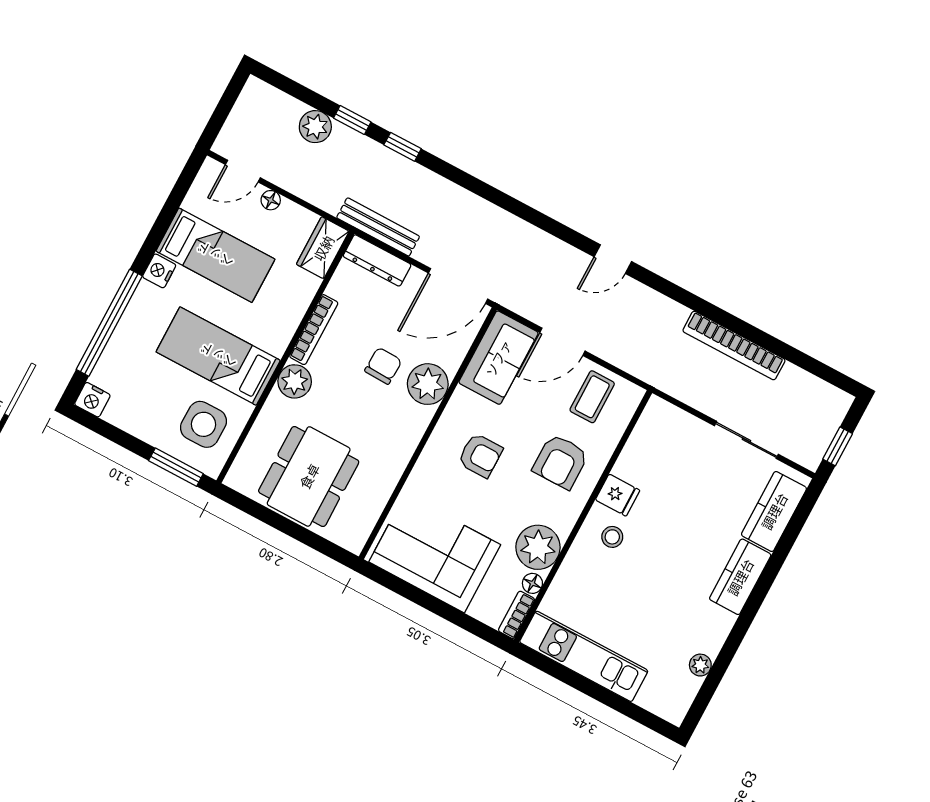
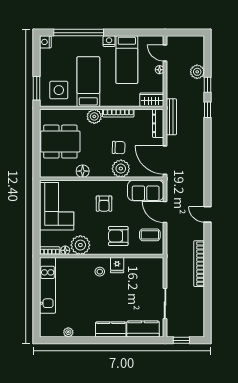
bookcase: (734, 345) -> (199, 264), moved
floor lamp: (392, 463) -> (83, 171), added

